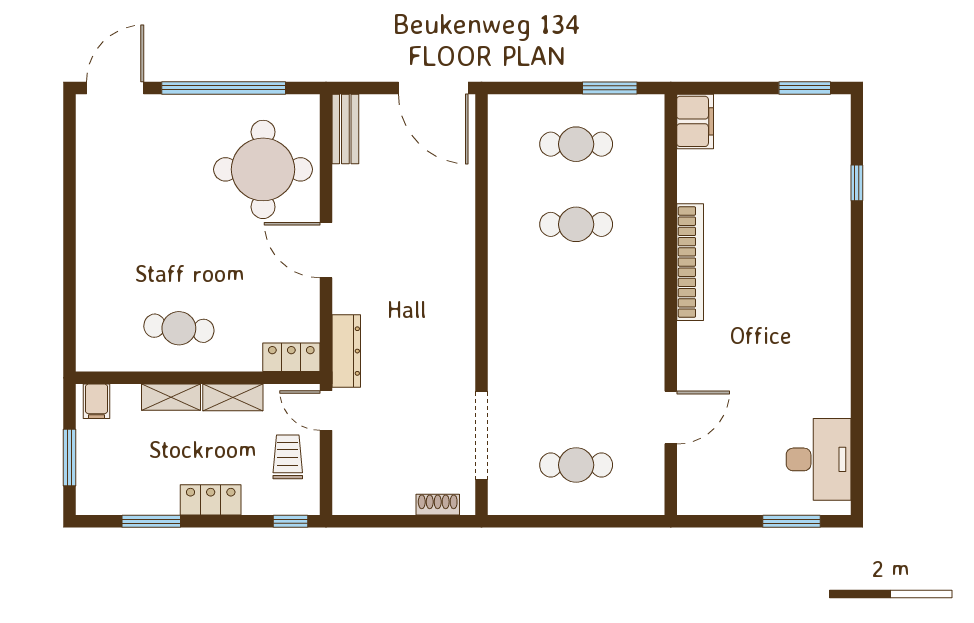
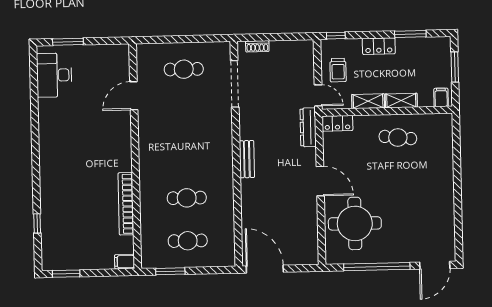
filing cabinet: (695, 121) -> (124, 262), width x0.50
bench: (345, 129) -> (247, 159), moved
bookcase: (690, 262) -> (126, 204), moved

